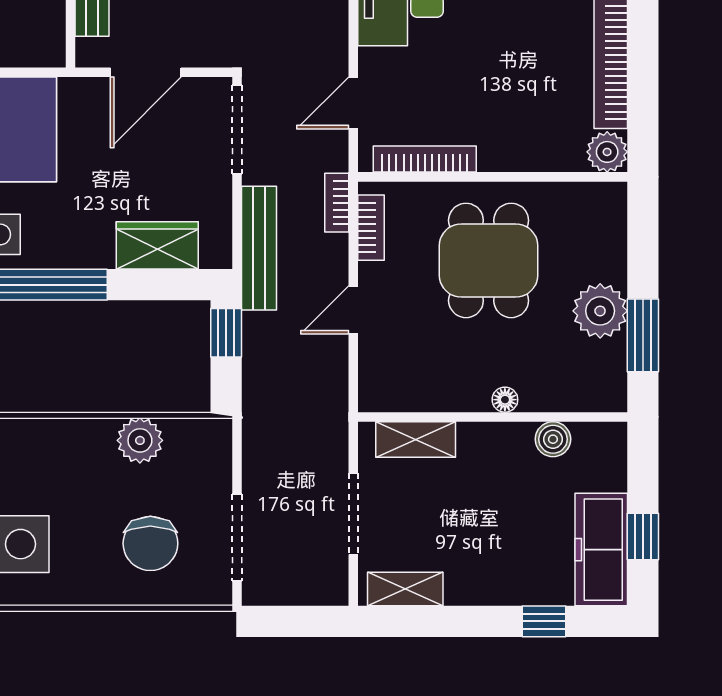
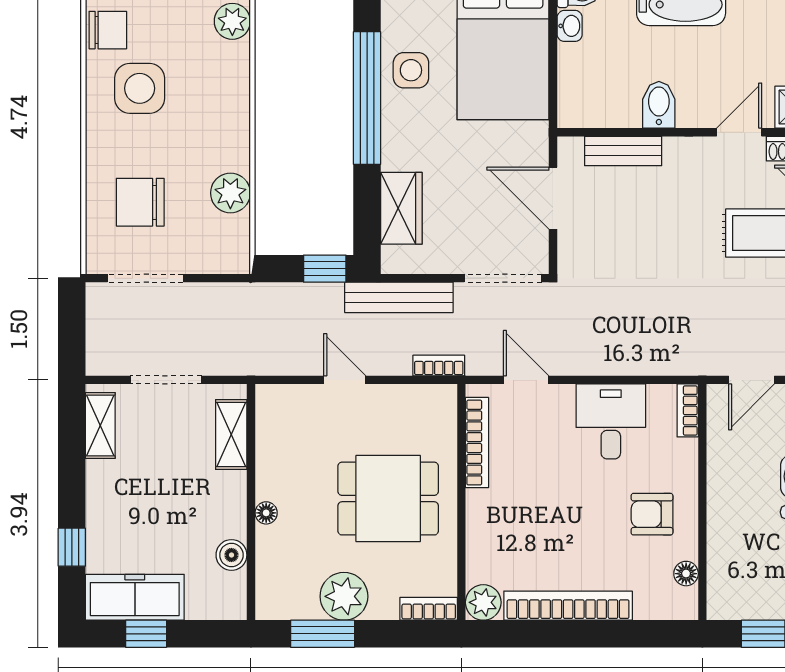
bookcase: (371, 228) -> (429, 609), moved, turned 180

